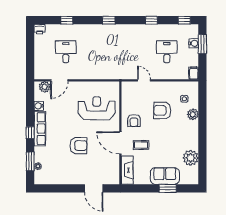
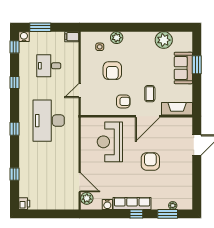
water cooler: (194, 43) -> (24, 37), moved
desk: (66, 52) -> (49, 121), moved, width x1.87, depth x1.30

